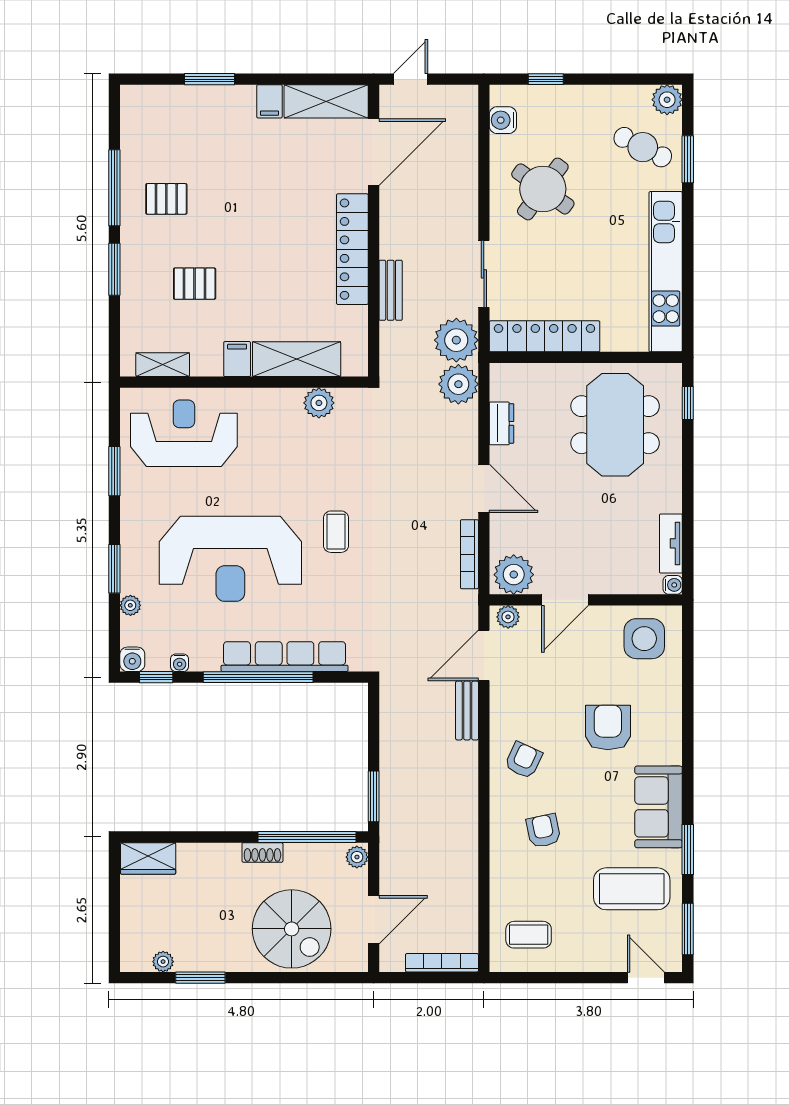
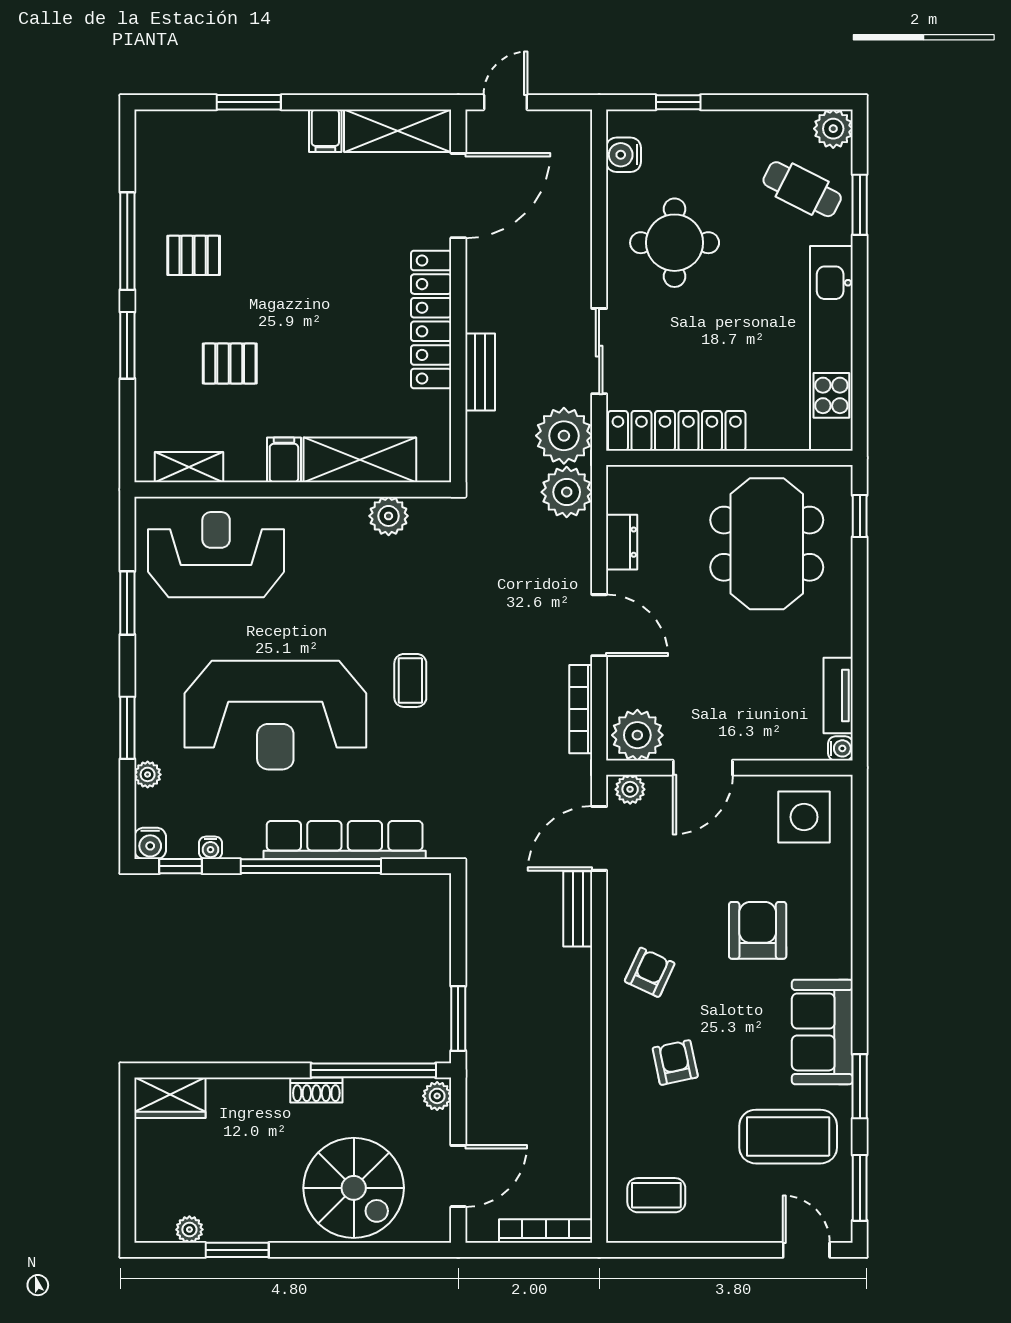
round table: (543, 189) -> (675, 243), turned -36

